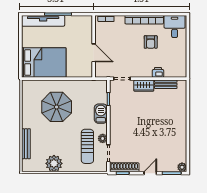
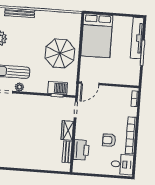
door: (94, 53) -> (90, 83), moved
printer: (158, 72) -> (81, 150), width x1.87, depth x1.48
parasol: (57, 107) -> (60, 53), moved
barbecue: (101, 114) -> (58, 88), moved

